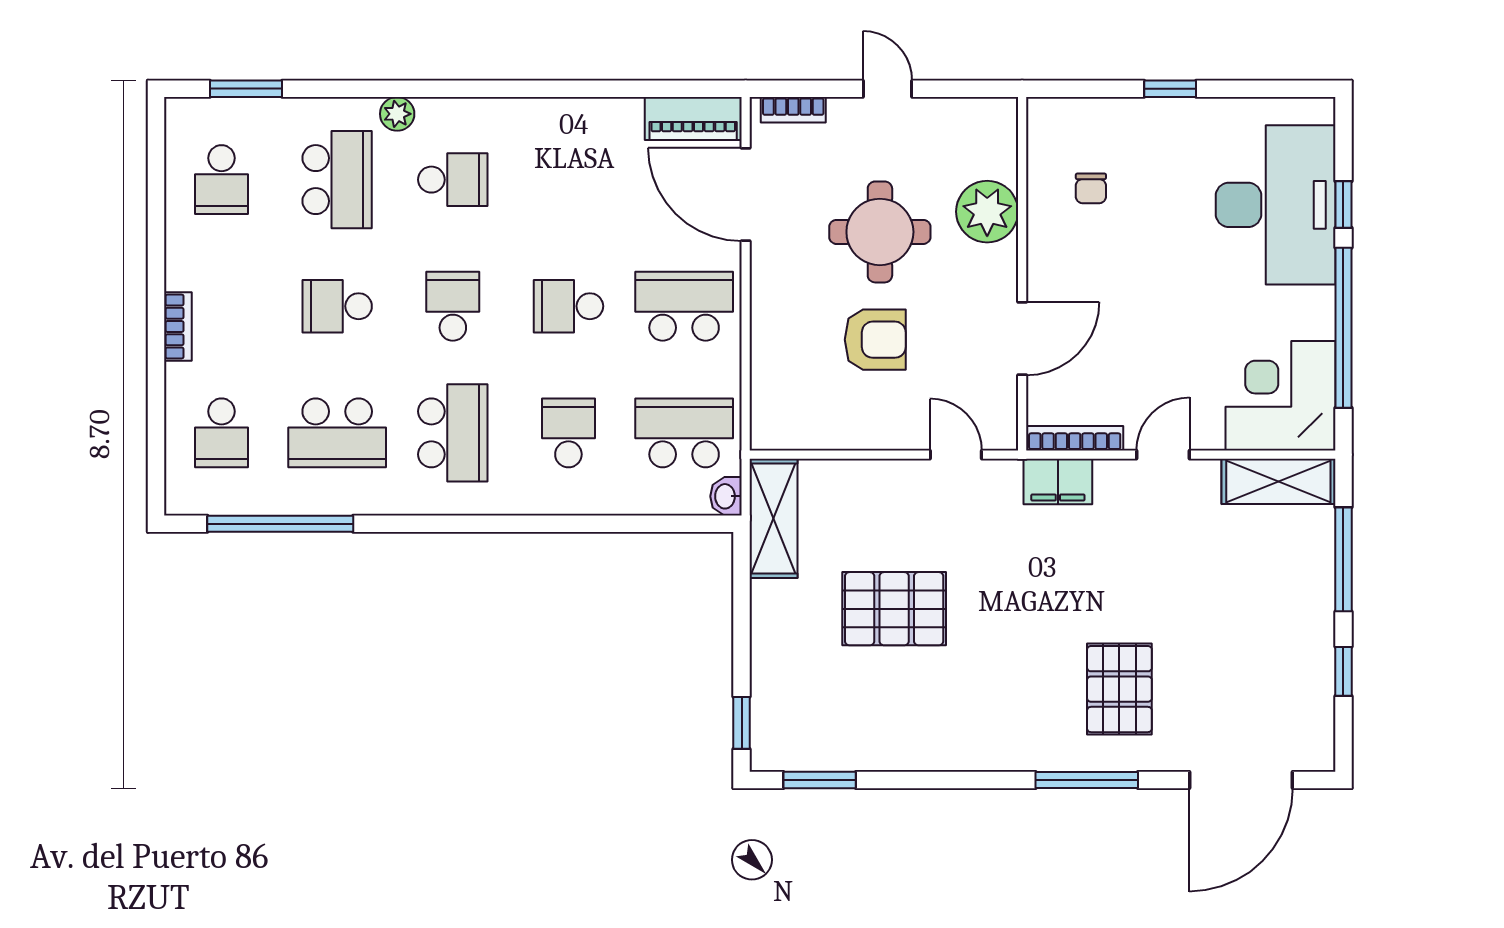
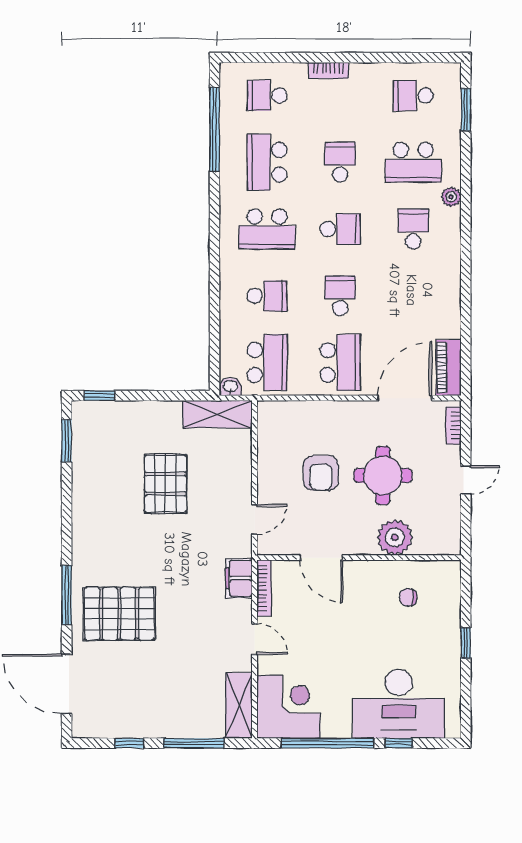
school desk: (453, 180) -> (413, 229), turned 180
pallet: (1119, 689) -> (119, 614), width x1.37, depth x1.41

